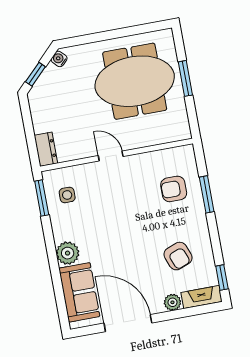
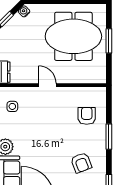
armchair: (174, 189) -> (87, 116), turned 90
window: (207, 194) -> (109, 137), moved

